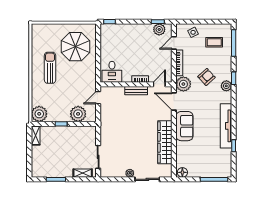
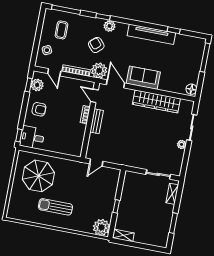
armchair: (137, 35) -> (39, 109), added
desk: (112, 72) -> (32, 138), moved, turned 180
door: (98, 98) -> (96, 163), hinge flipped
door: (174, 102) -> (115, 84), swing flipped
plant: (78, 114) -> (109, 187), removed

